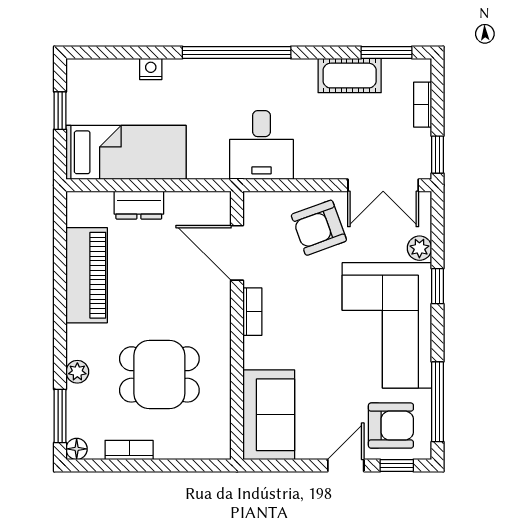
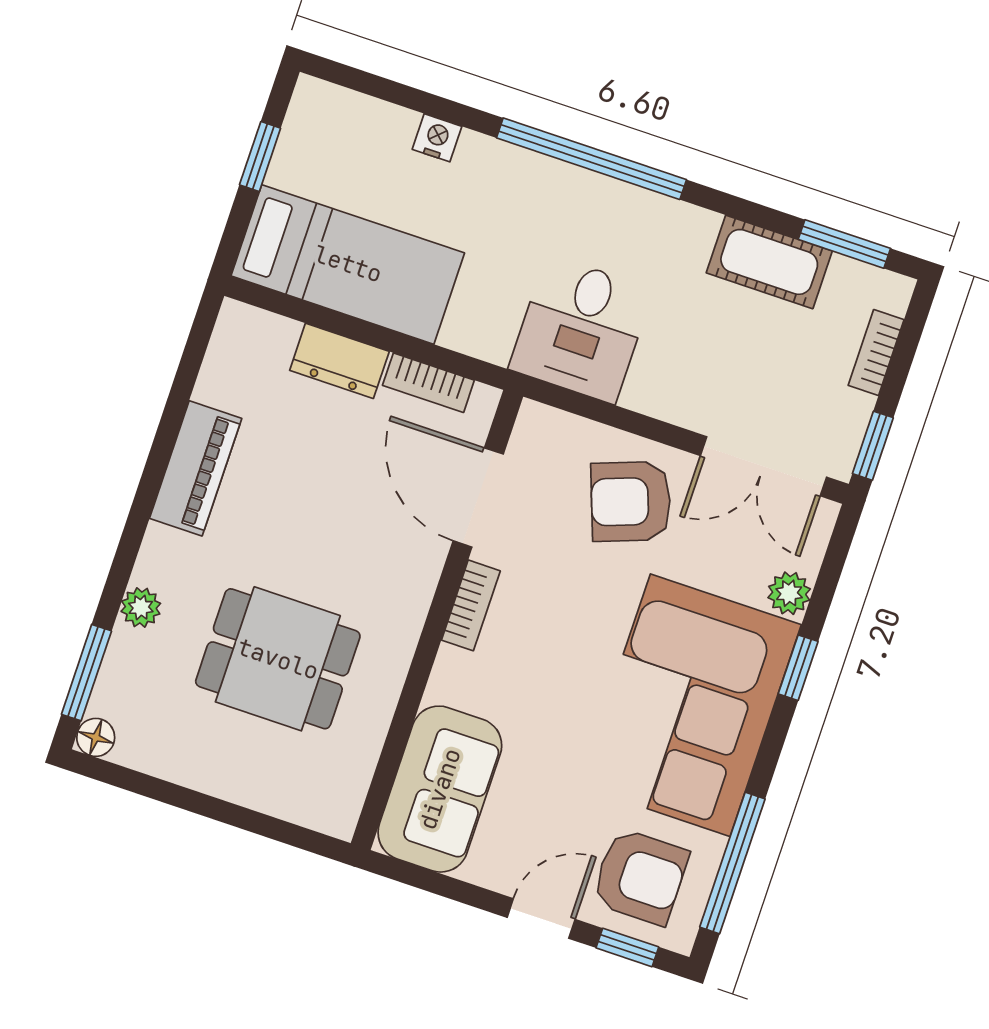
piano: (87, 275) -> (196, 468), width x0.73, depth x0.75
bookcase: (129, 450) -> (428, 383), moved, turned 180

